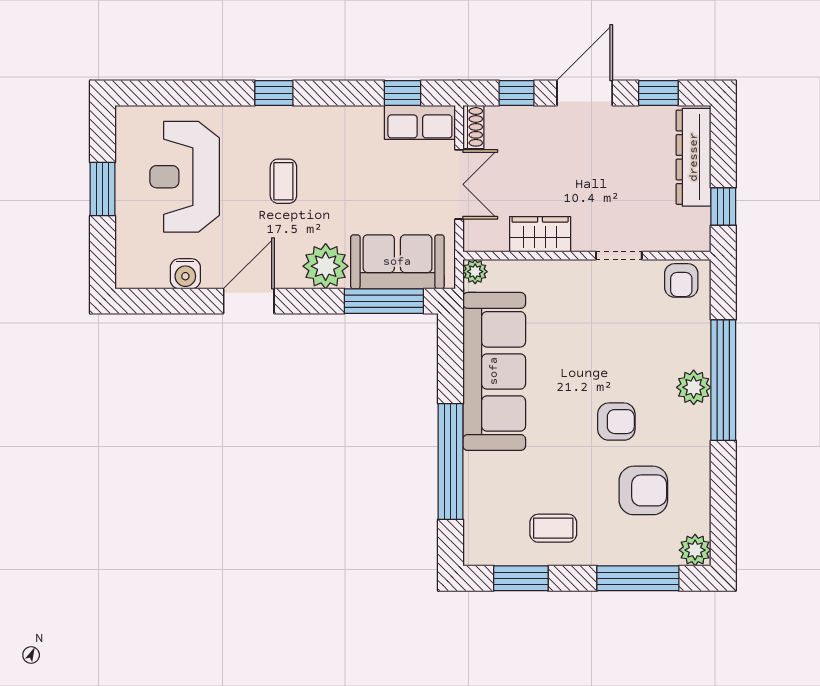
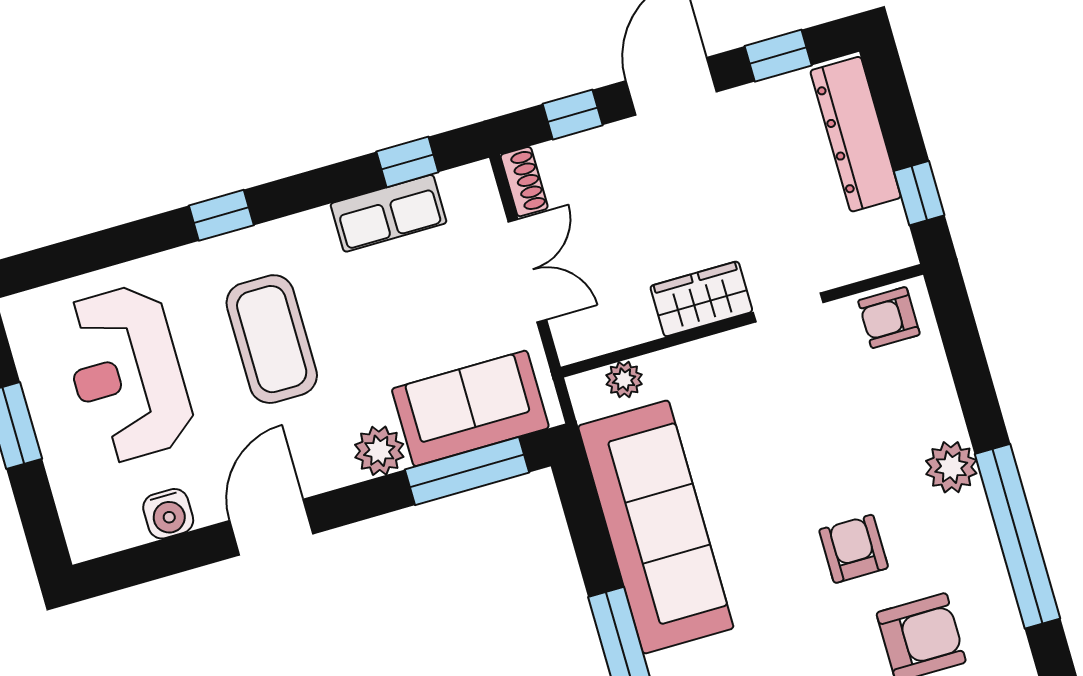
row of seats: (420, 122) -> (389, 213), moved
coffee table: (283, 181) -> (272, 339), width x1.86, depth x1.72
wardrobe: (540, 234) -> (701, 299), moved
plant: (326, 266) -> (379, 451), width x0.73, depth x0.73
plant: (475, 272) -> (624, 380), moved
armchair: (681, 280) -> (889, 318), turned 90
window: (723, 380) -> (1018, 536), moved
armchair: (616, 422) -> (854, 549), turned -90

